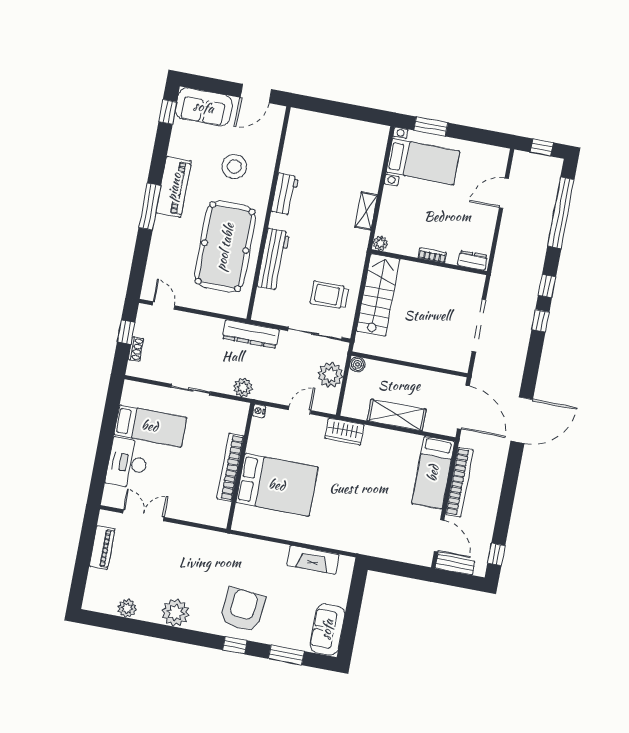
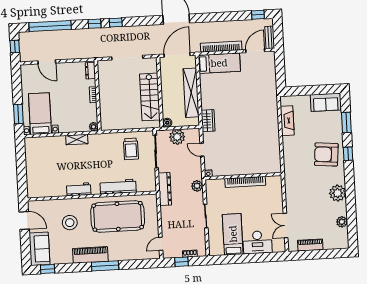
stairs: (378, 295) -> (150, 97), moved, turned -90
shelving: (397, 415) -> (191, 93), width x1.47
bed: (277, 485) -> (249, 152), removed

